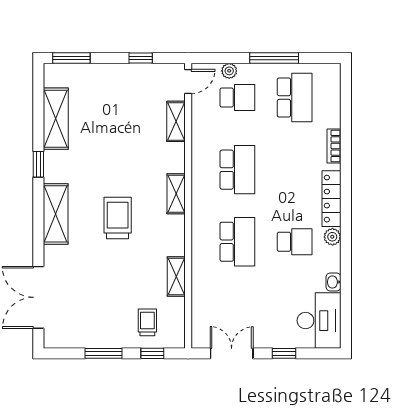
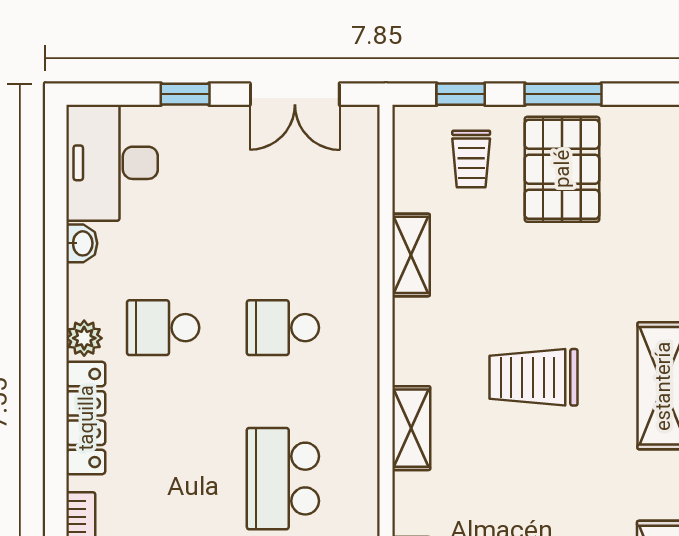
trolley: (118, 218) -> (534, 377), turned 90
school desk: (237, 242) -> (283, 328), width x0.54
pallet: (104, 317) -> (562, 169), added

